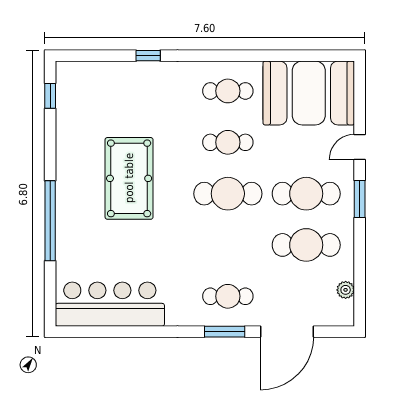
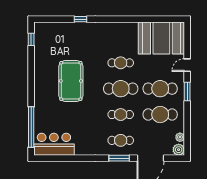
cafe table: (228, 91) -> (121, 115), moved
window: (50, 221) -> (31, 127), moved
bar counter: (110, 304) -> (54, 144), width x0.73
plant: (343, 315) -> (179, 150), added

